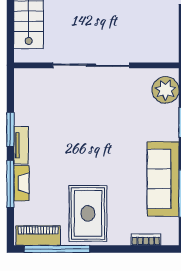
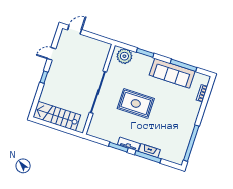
rug: (88, 213) -> (136, 103), moved
piano: (38, 236) -> (181, 151), removed

